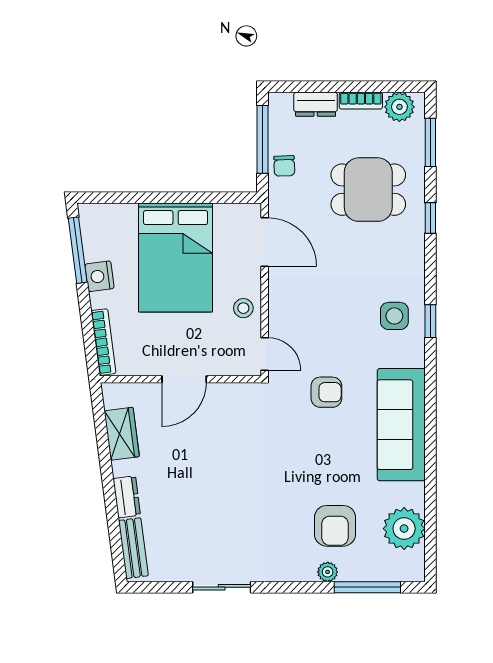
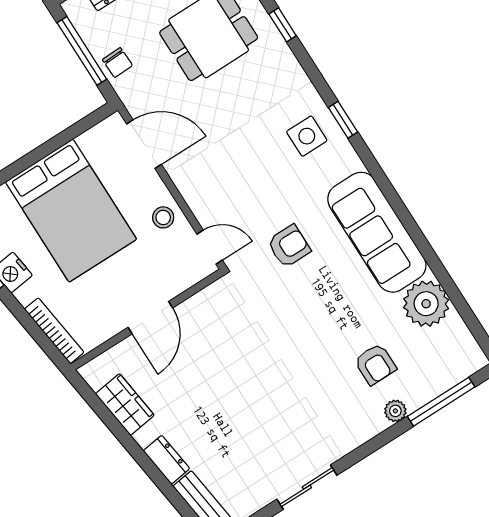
armchair: (335, 526) -> (375, 364), width x0.72, depth x0.72
plant: (404, 529) -> (426, 304), moved

